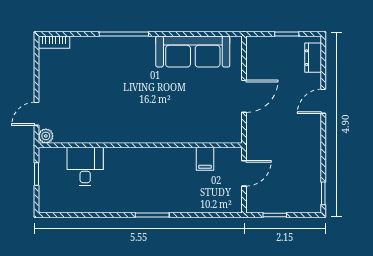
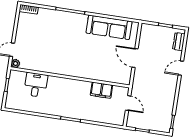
door: (244, 96) -> (135, 58), swing flipped
filing cabinet: (205, 159) -> (101, 90), width x2.00
door: (244, 173) -> (128, 103), hinge flipped

